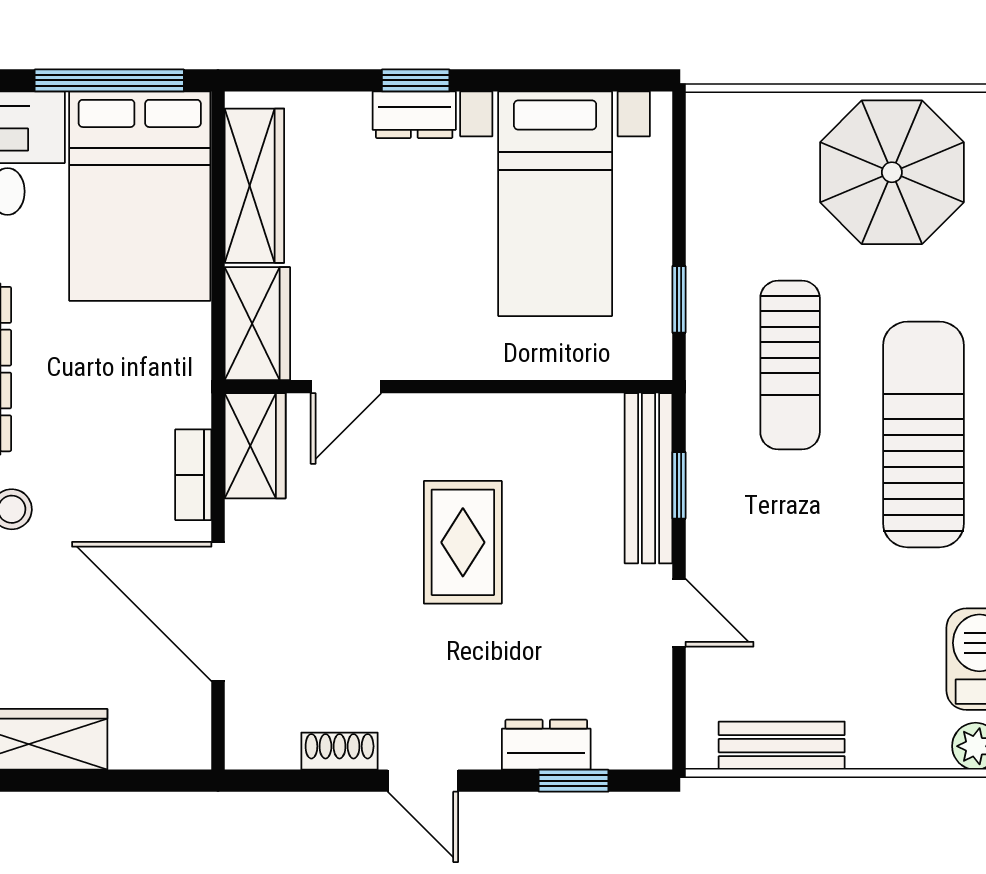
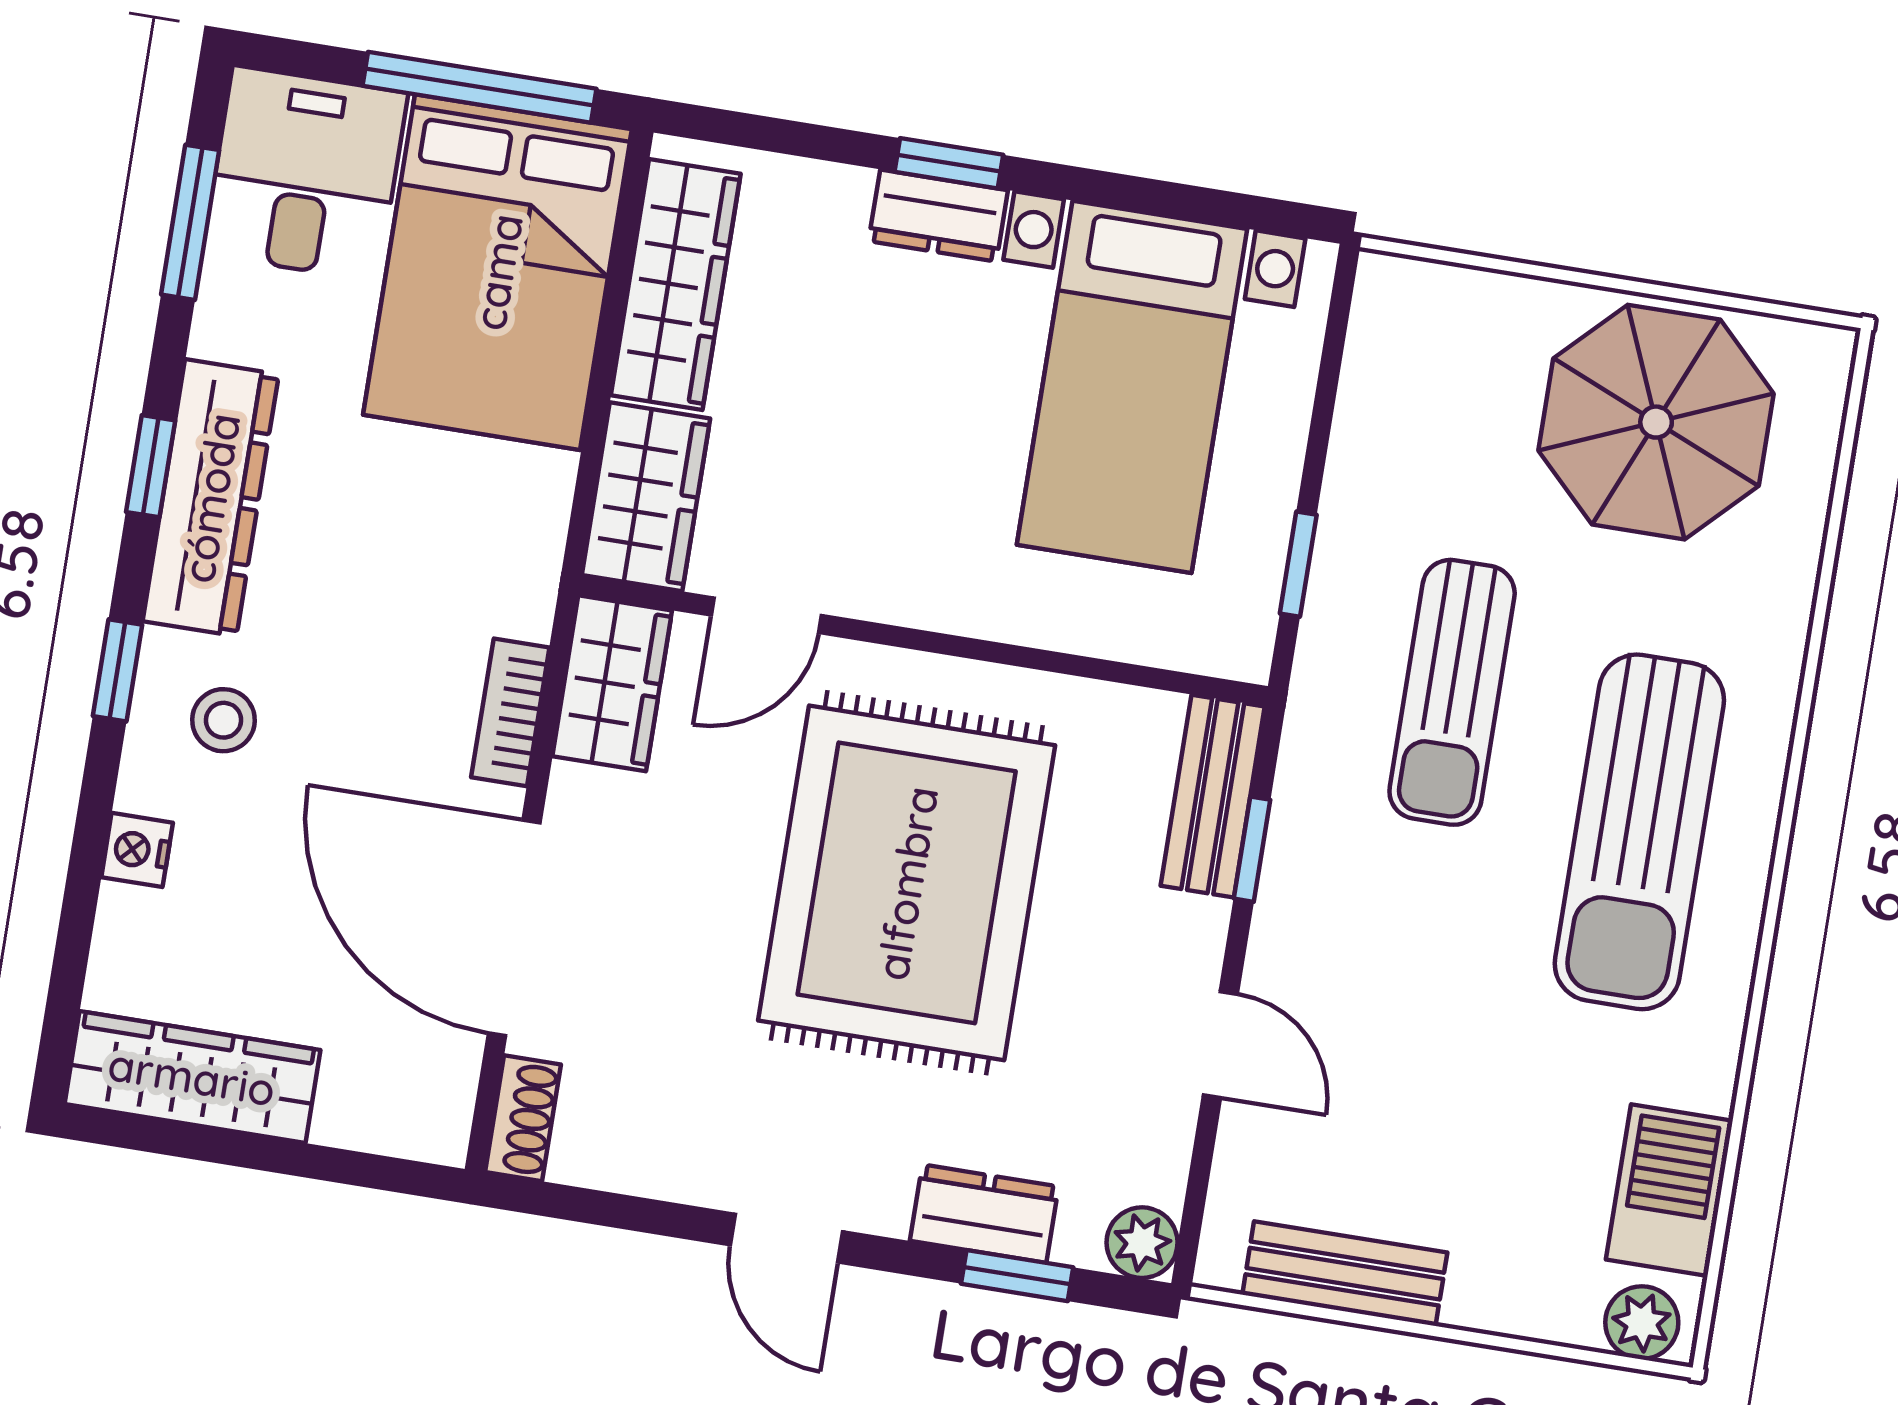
sun lounger: (924, 434) -> (1639, 832), turned 180
bench: (649, 478) -> (1213, 796), width x0.73
rug: (463, 542) -> (907, 883), width x1.86, depth x2.06
plant: (650, 747) -> (1142, 1243), added
shoe rack: (340, 751) -> (523, 1118), moved, turned 90

